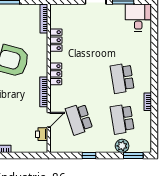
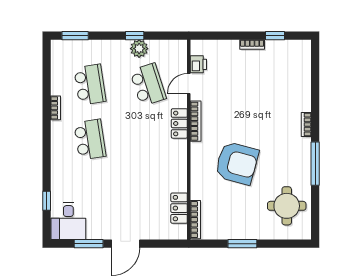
window: (154, 33) -> (47, 201), added
locker: (56, 40) -> (179, 208), moved
locker: (56, 74) -> (179, 123), moved
plant: (122, 146) -> (139, 49), moved

